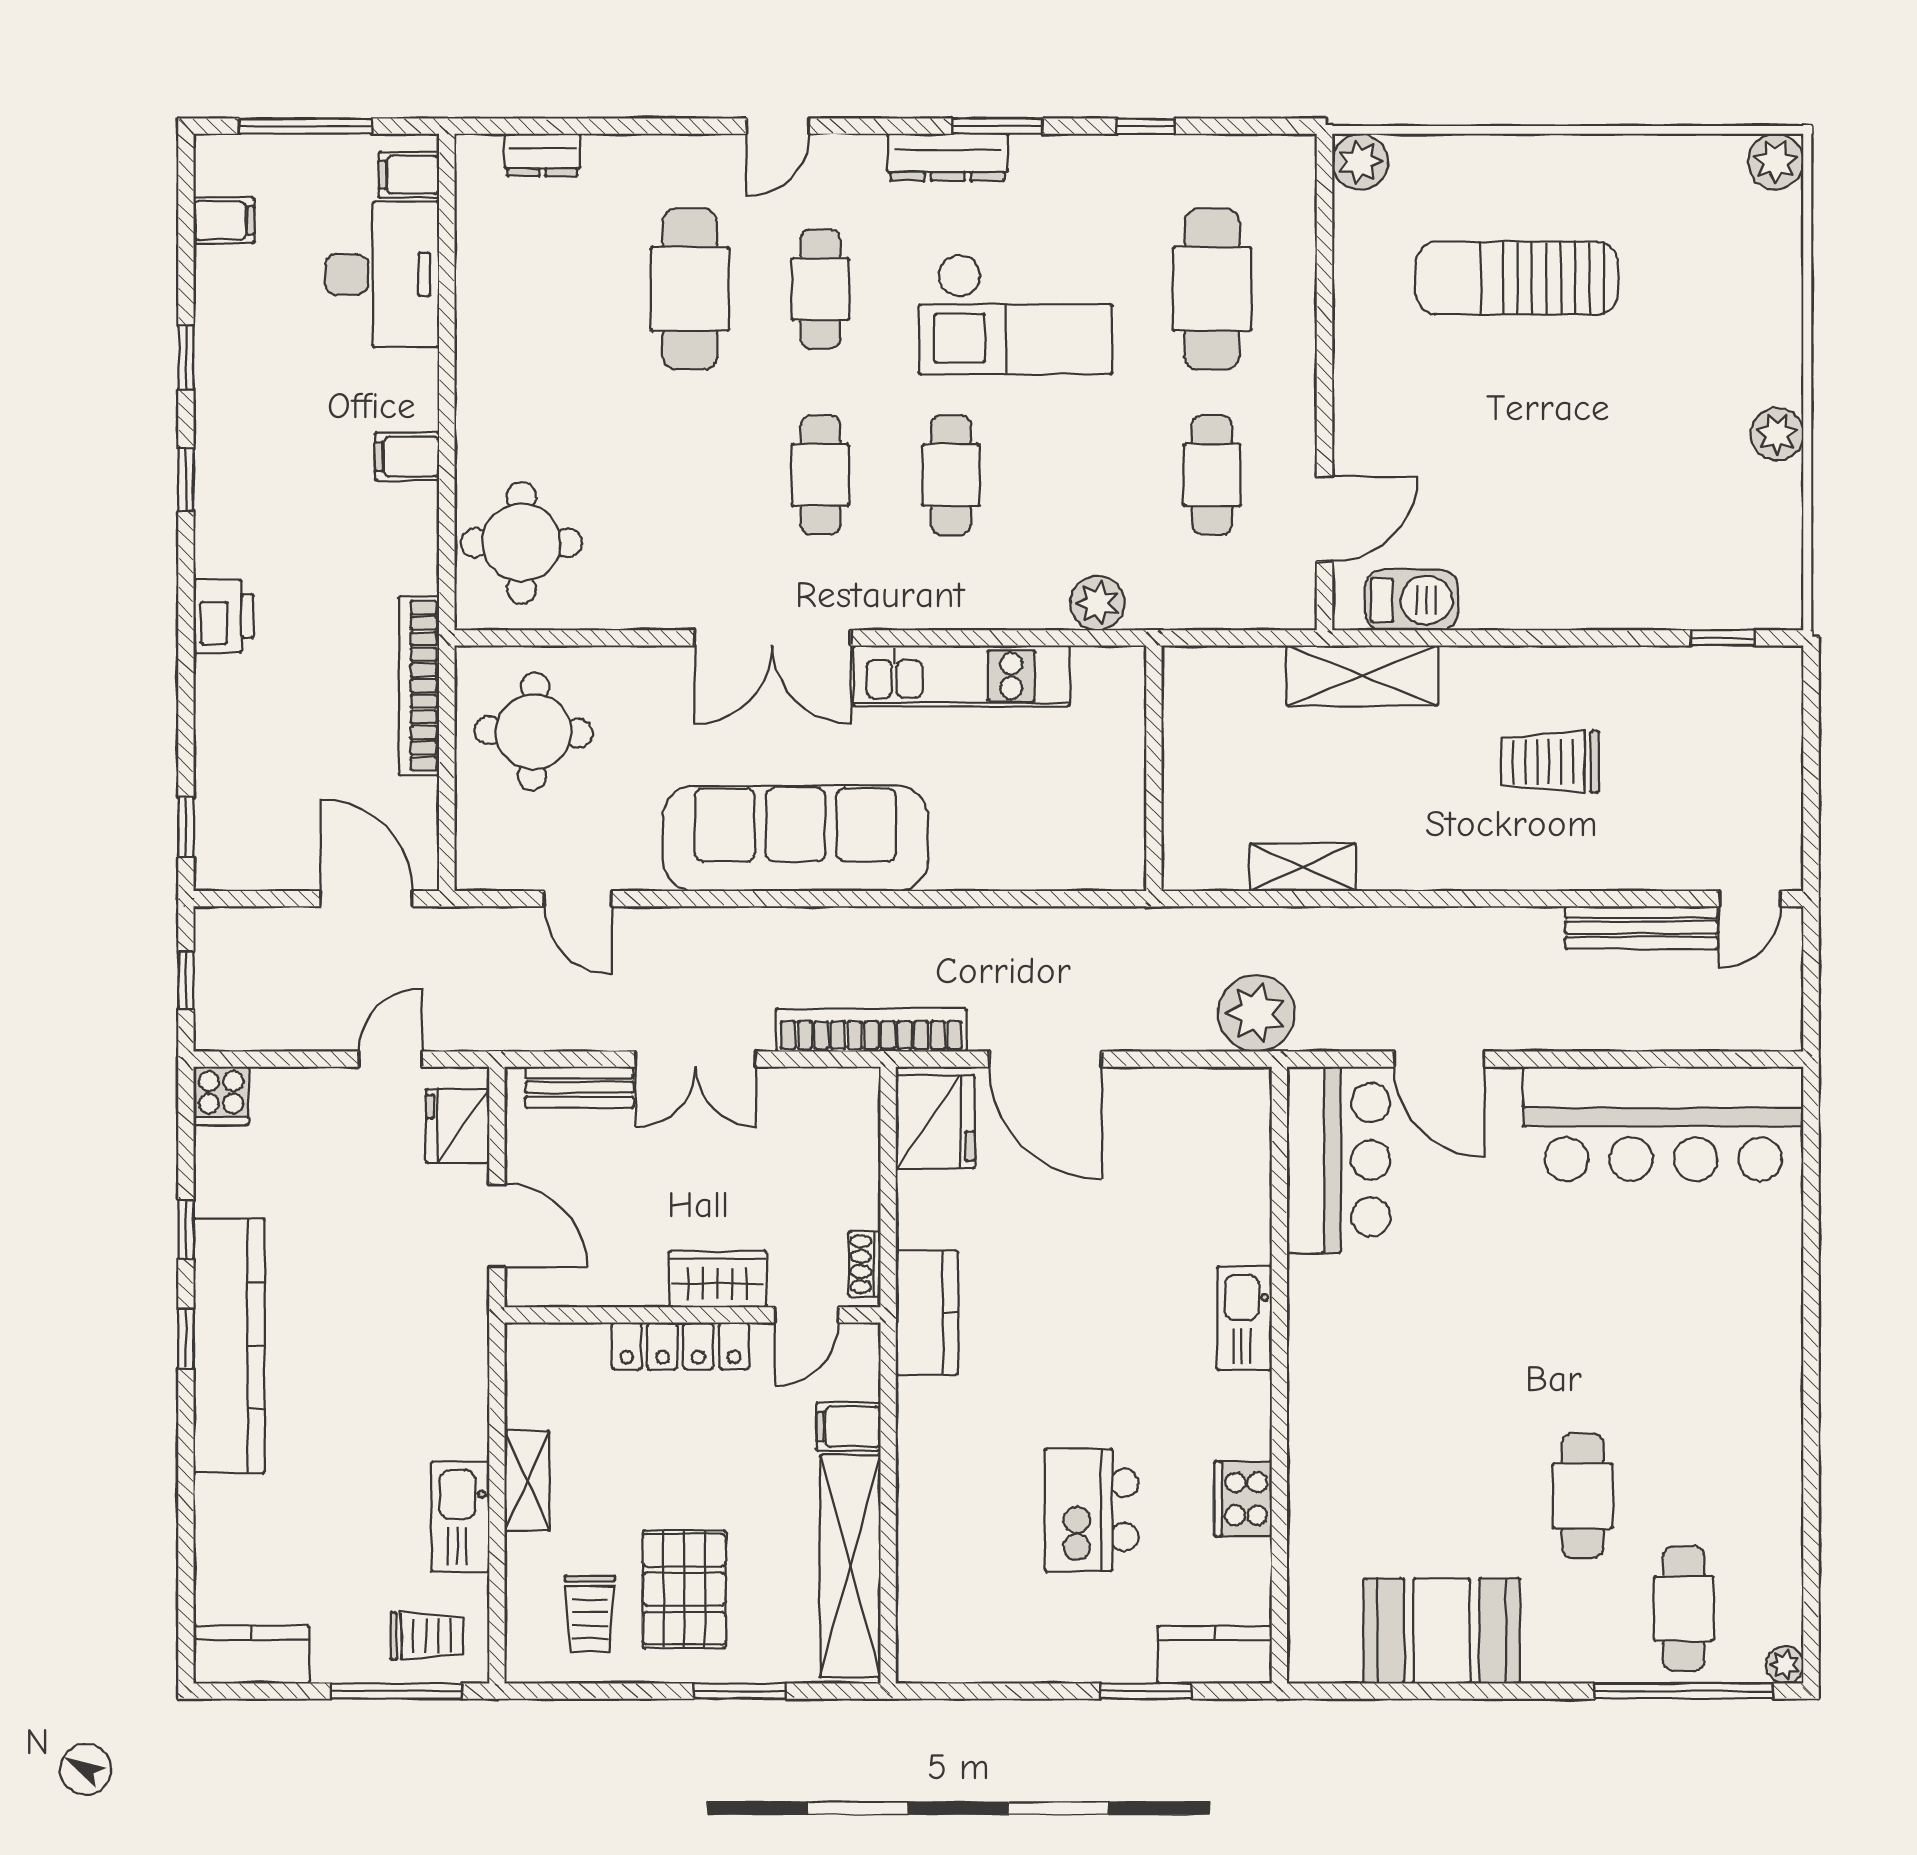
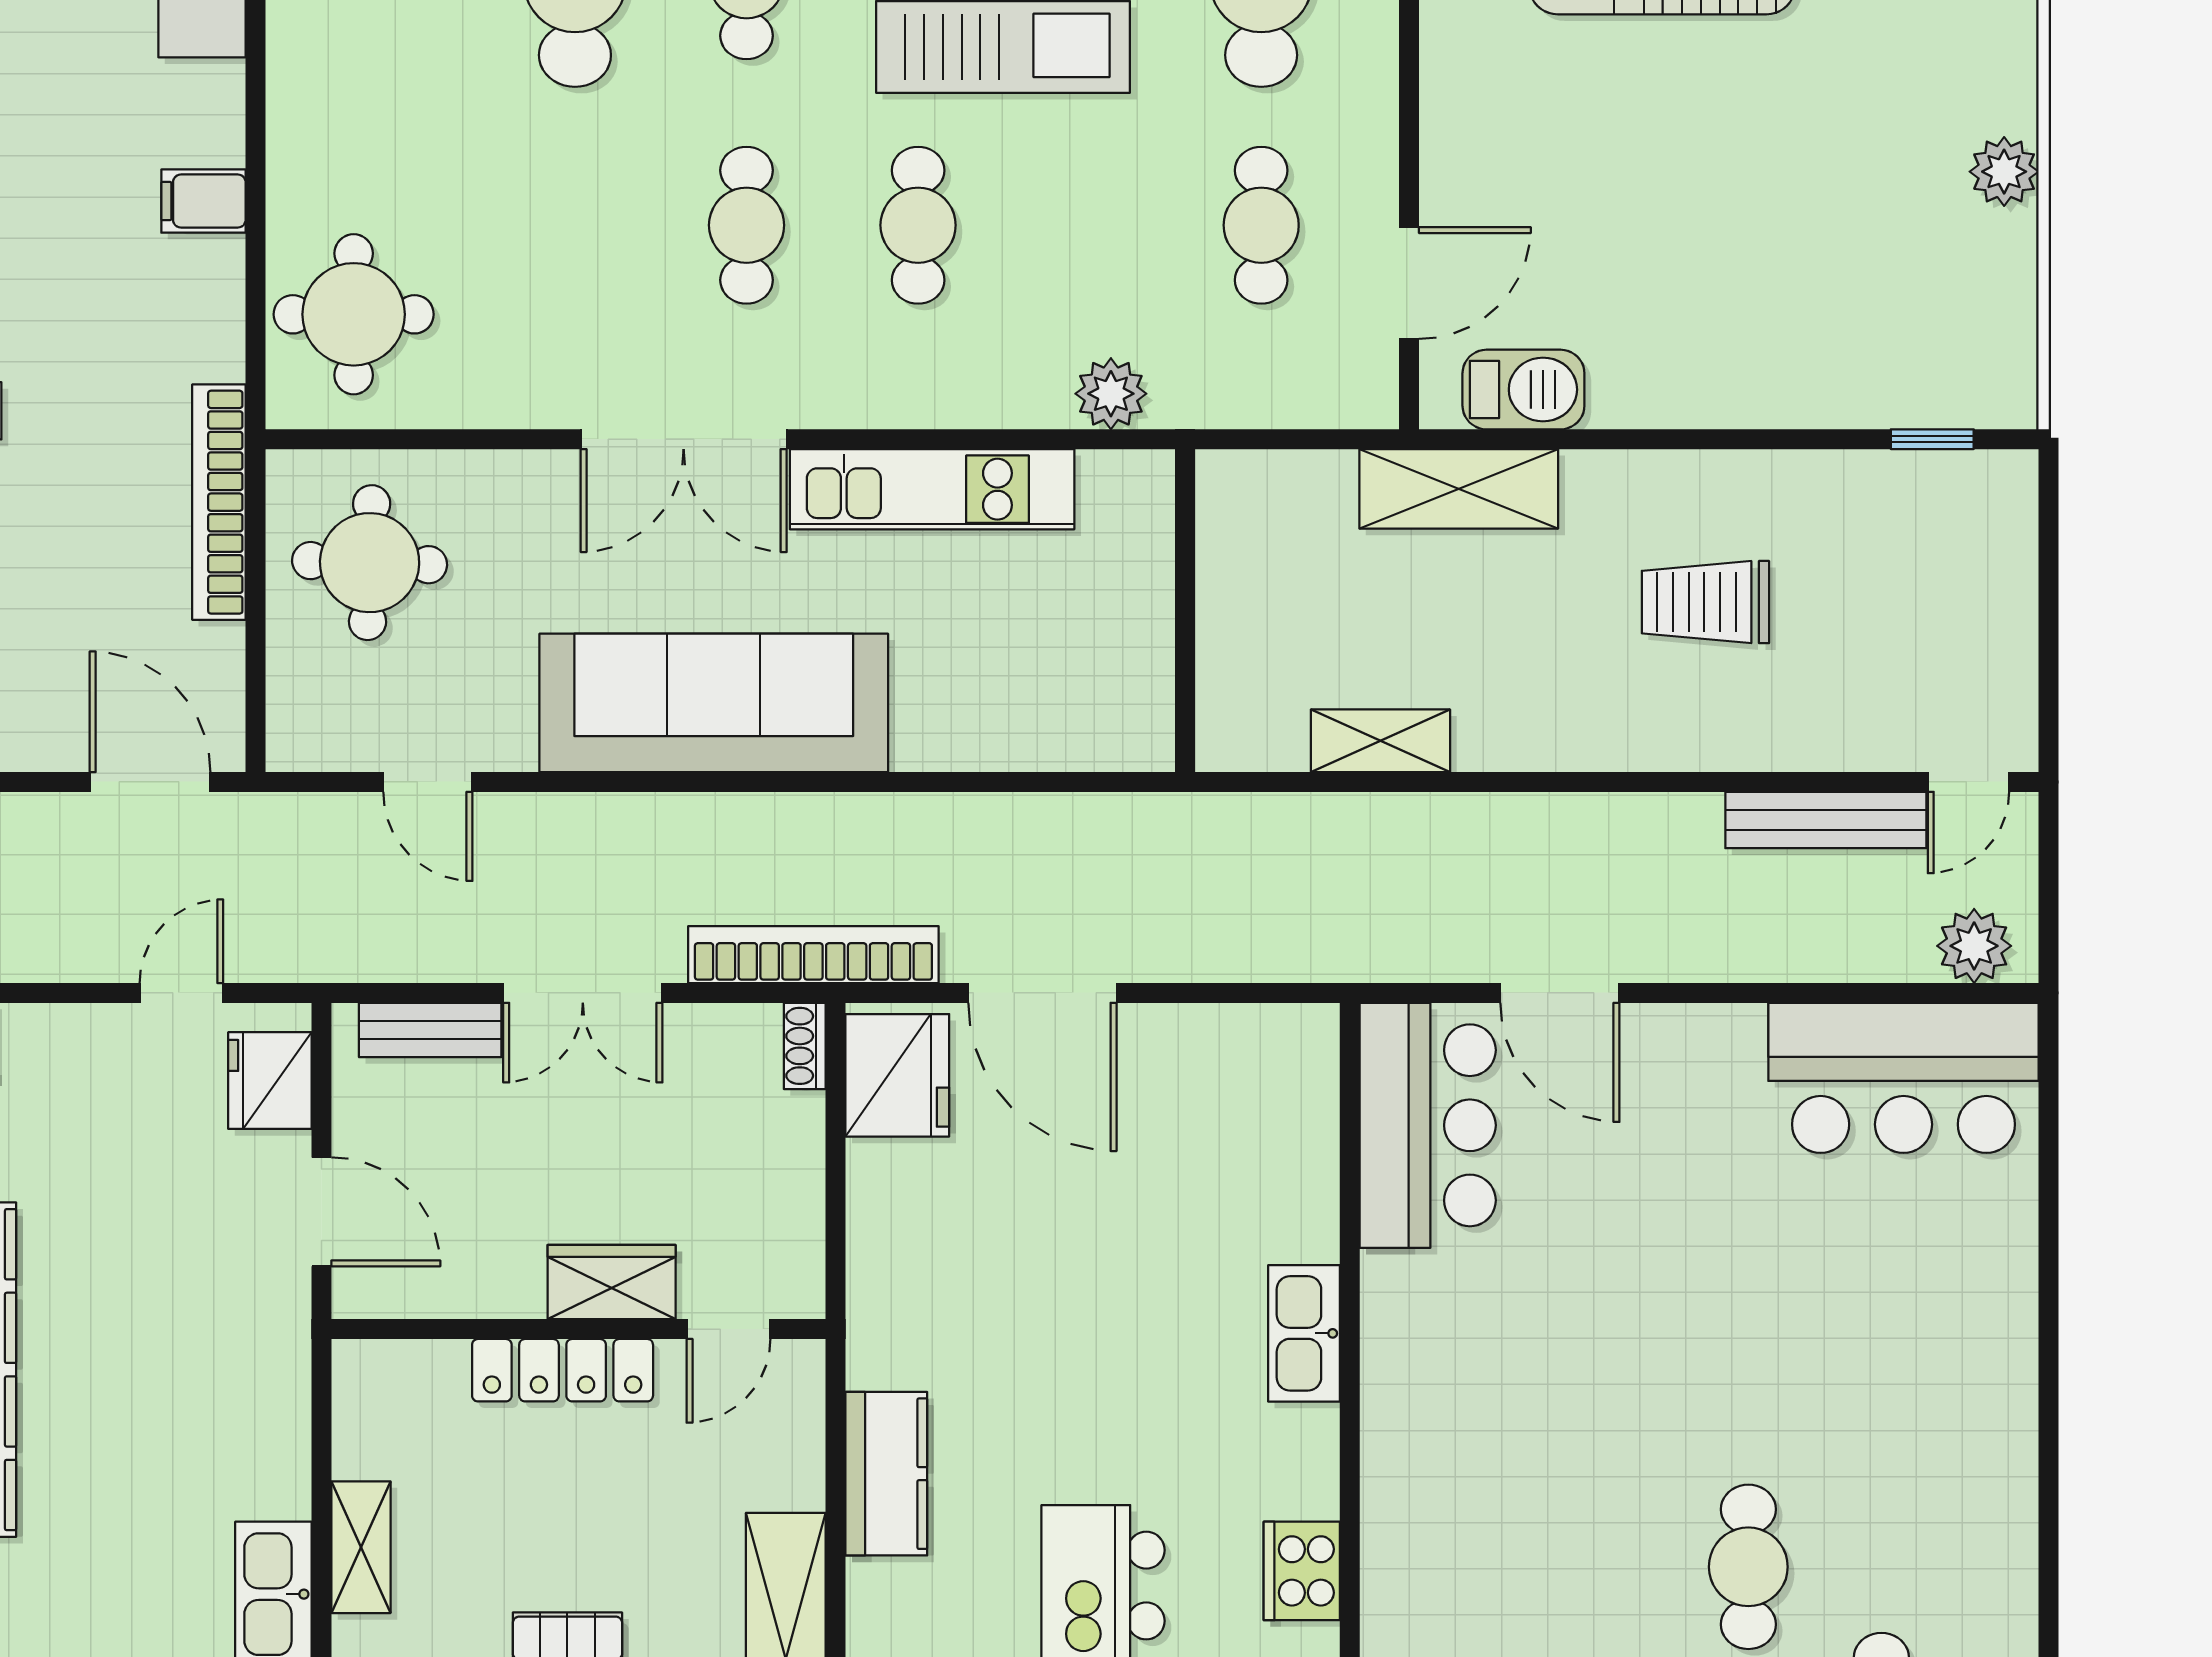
plant: (1256, 1013) -> (1974, 946), moved, width x0.73, depth x0.73
bar counter: (1663, 1124) -> (1903, 1078), width x0.73
shoe rack: (865, 1264) -> (805, 1046), moved
kitchen counter: (927, 1313) -> (886, 1474), moved
filing cabinet: (848, 1427) -> (783, 1476), removed

